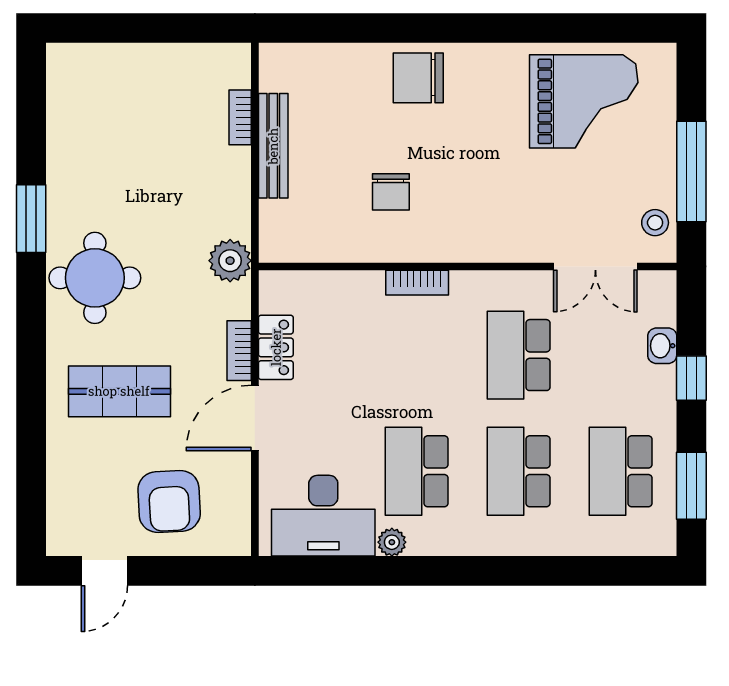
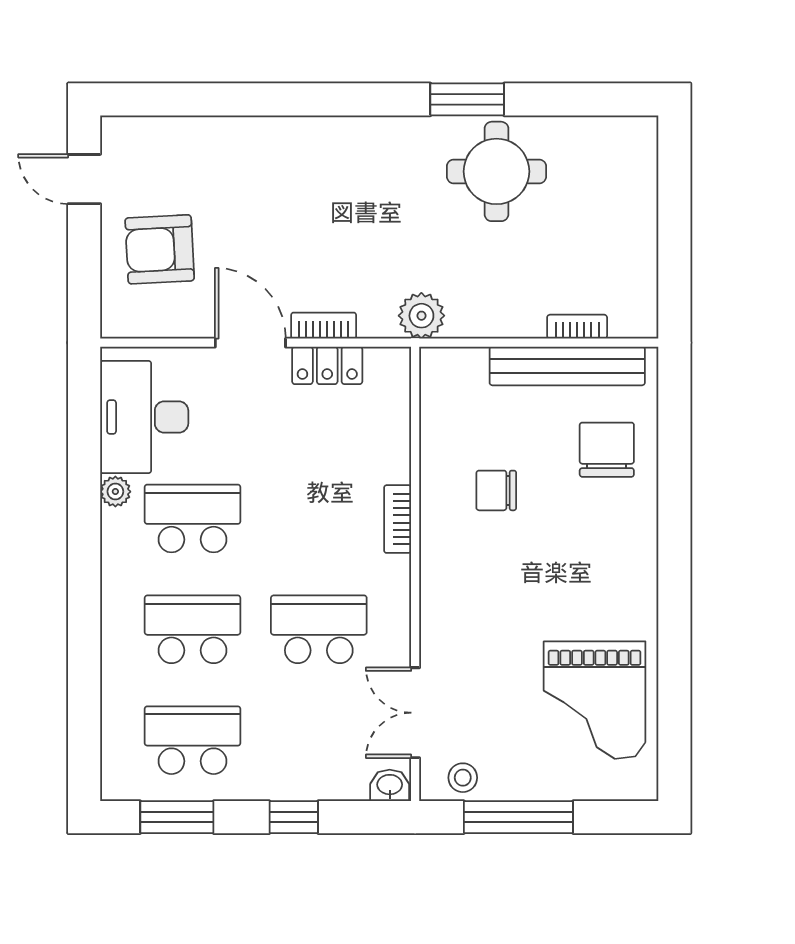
chair: (418, 78) -> (607, 450), moved
bench: (273, 146) -> (567, 366), width x1.37, depth x1.21
round table: (95, 278) -> (496, 171), moved
washbasin: (662, 346) -> (390, 785), moved
shop shelf: (119, 391) -> (279, 195), removed

